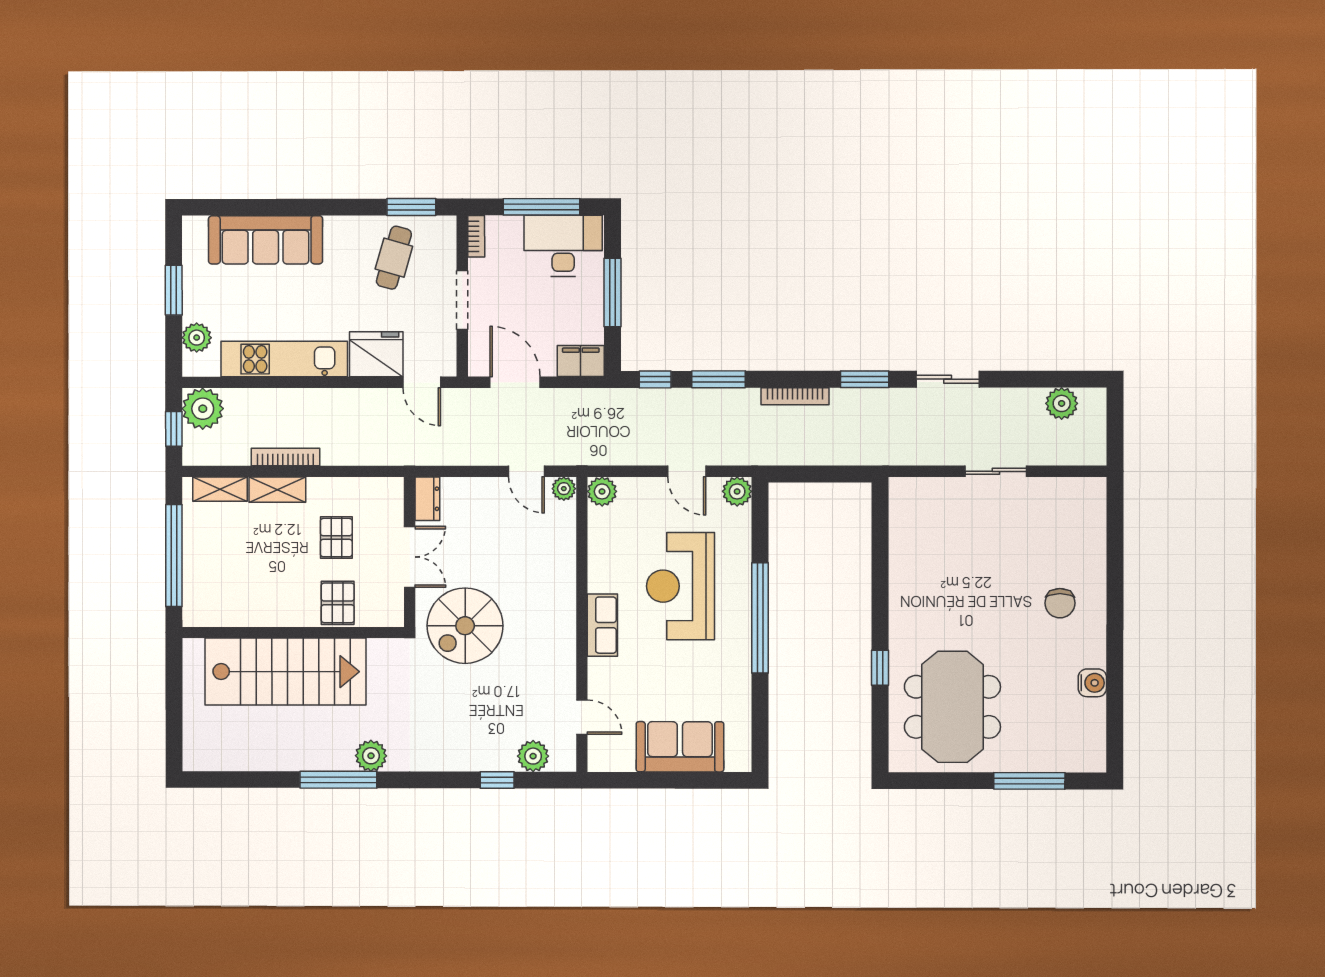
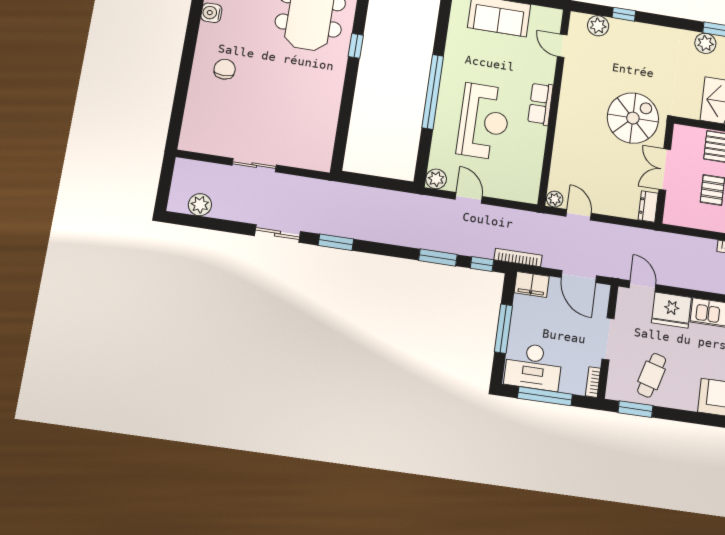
bookcase: (795, 396) -> (518, 258), moved
plant: (602, 491) -> (529, 193), removed

